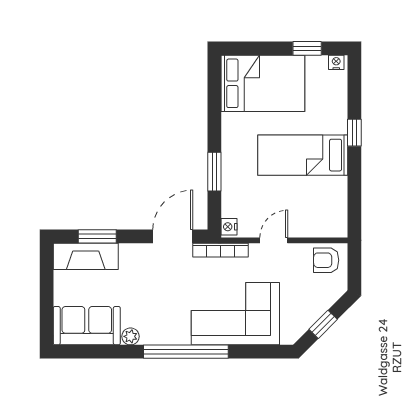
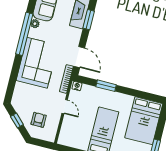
armchair: (326, 260) -> (39, 120), moved
corner sofa: (235, 314) -> (37, 63), moved
window: (186, 352) -> (24, 34), moved

